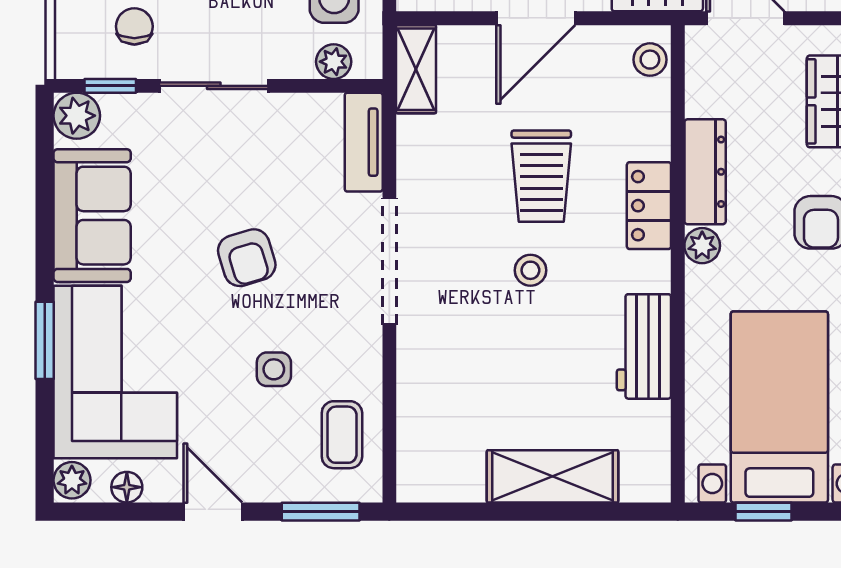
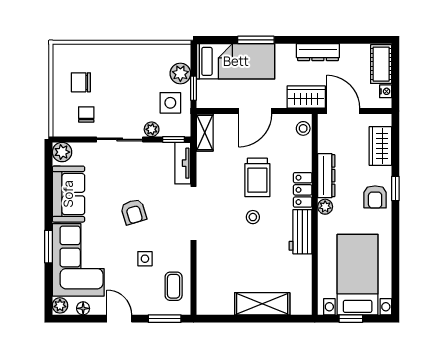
plant: (334, 62) -> (152, 129), moved
window: (110, 86) -> (174, 139), moved
workbench: (644, 346) -> (301, 232), moved

